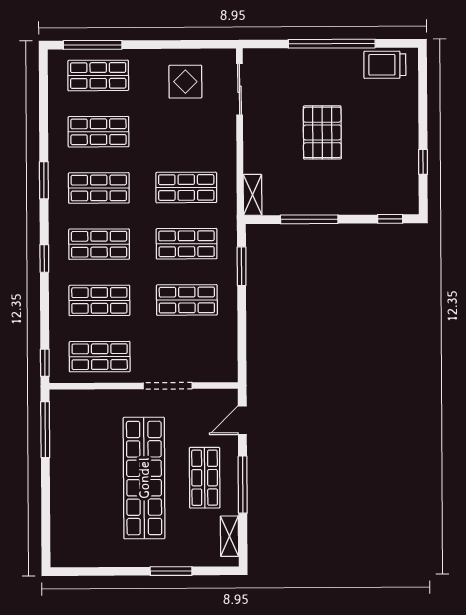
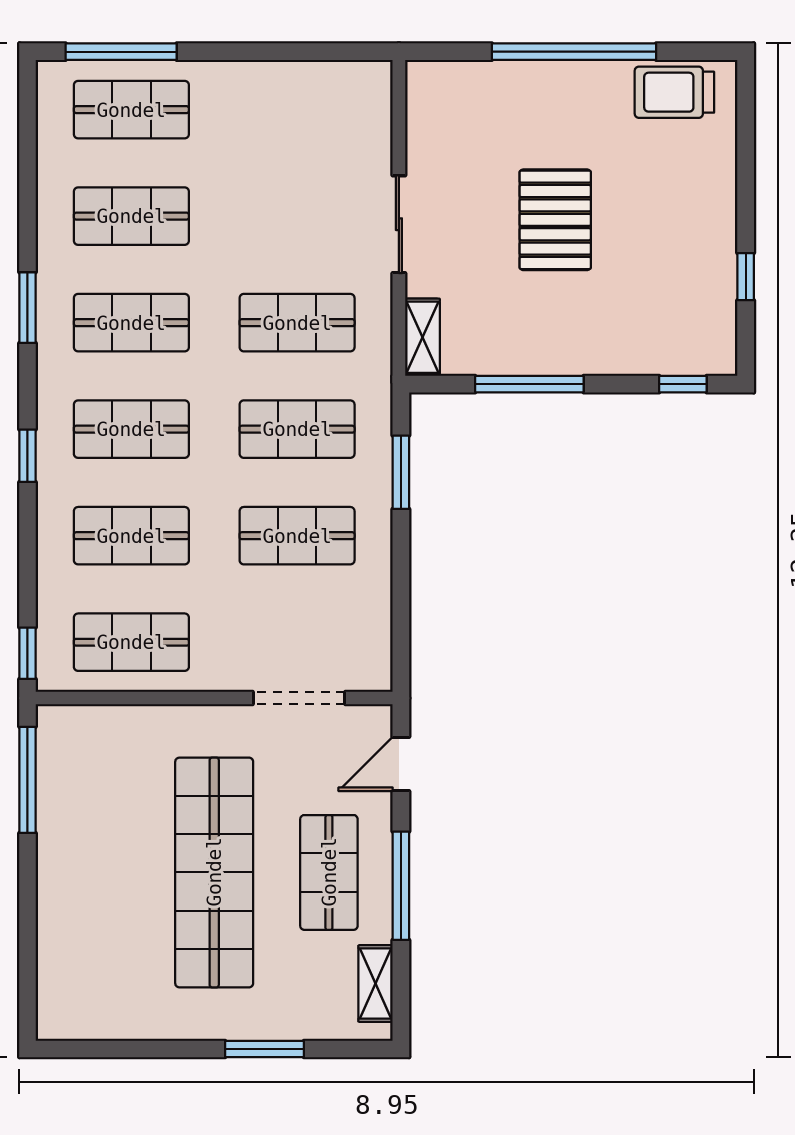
display table: (185, 82) -> (296, 122), removed
sliding door: (240, 89) -> (399, 224), moved
doorway: (168, 386) -> (299, 698), moved

